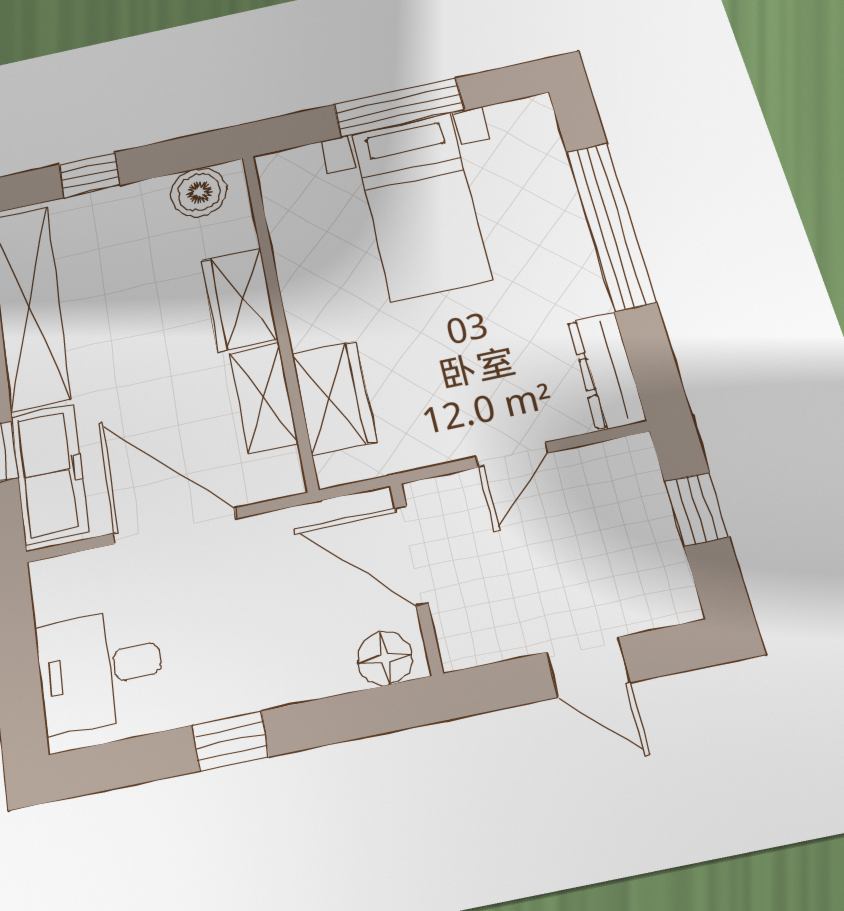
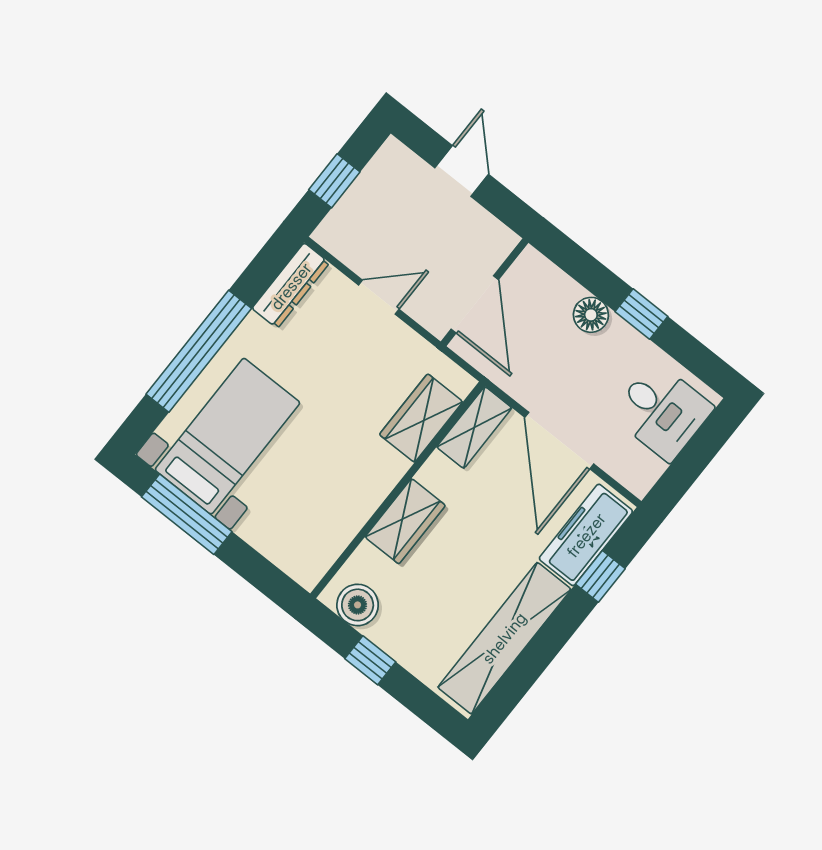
window: (399, 108) -> (187, 514), moved
window: (89, 175) -> (370, 660), moved
bed with nightstands: (421, 206) -> (227, 436), moved
shelving: (264, 397) -> (474, 427), moved
floor lamp: (385, 658) -> (591, 315), moved

